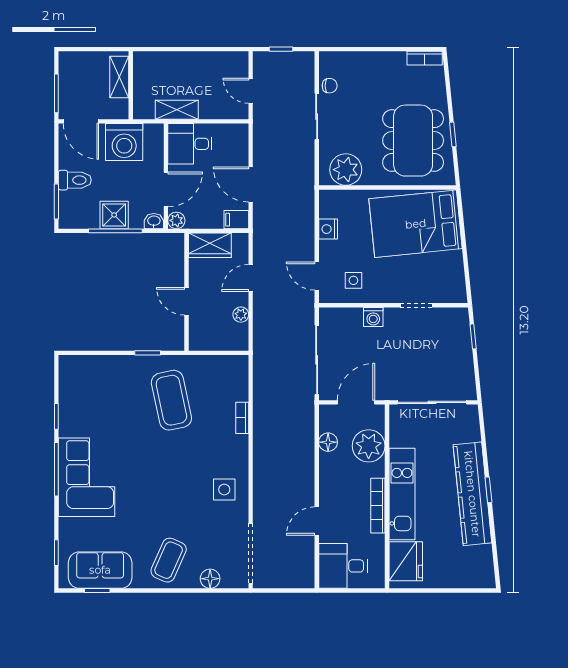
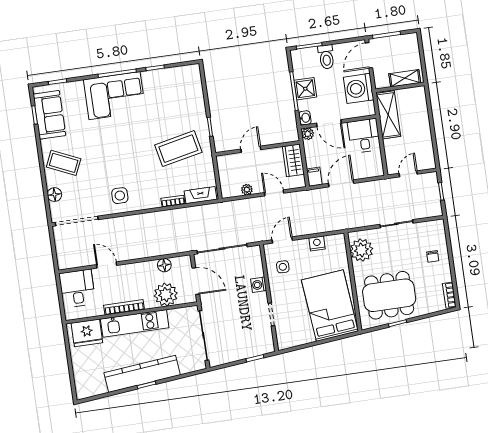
chair: (330, 86) -> (433, 256), moved
shelving: (177, 110) -> (388, 115), width x1.50, depth x1.33
fireplace: (239, 379) -> (200, 195), added

